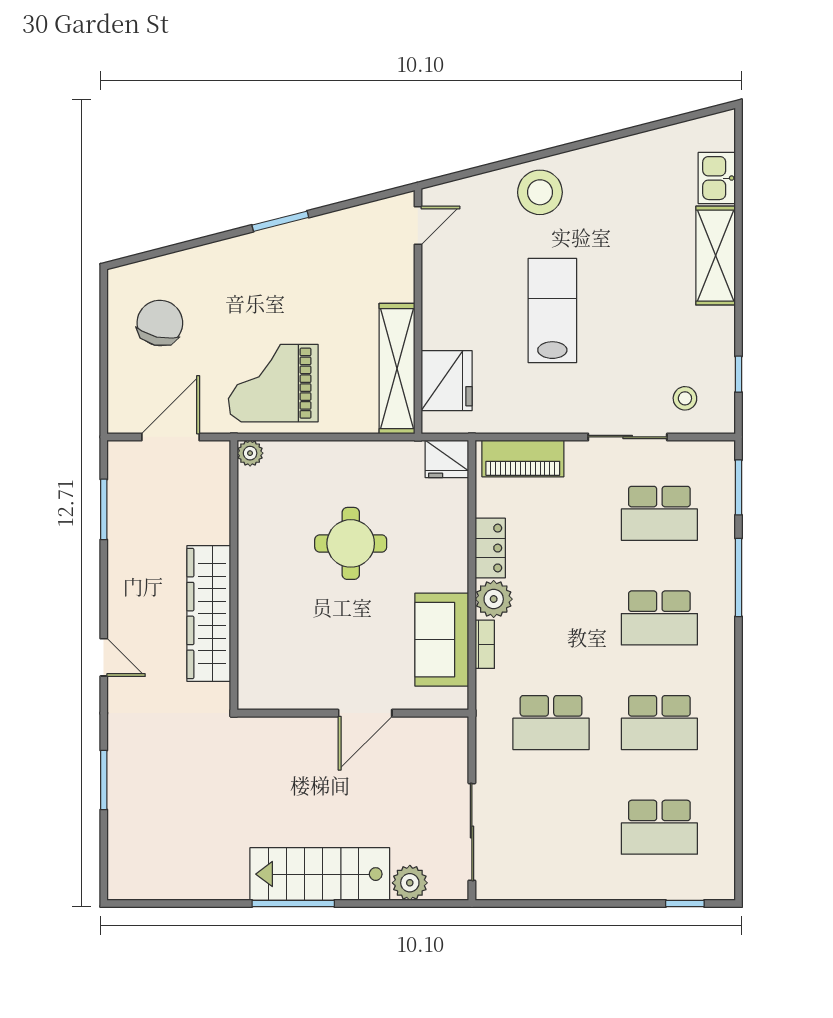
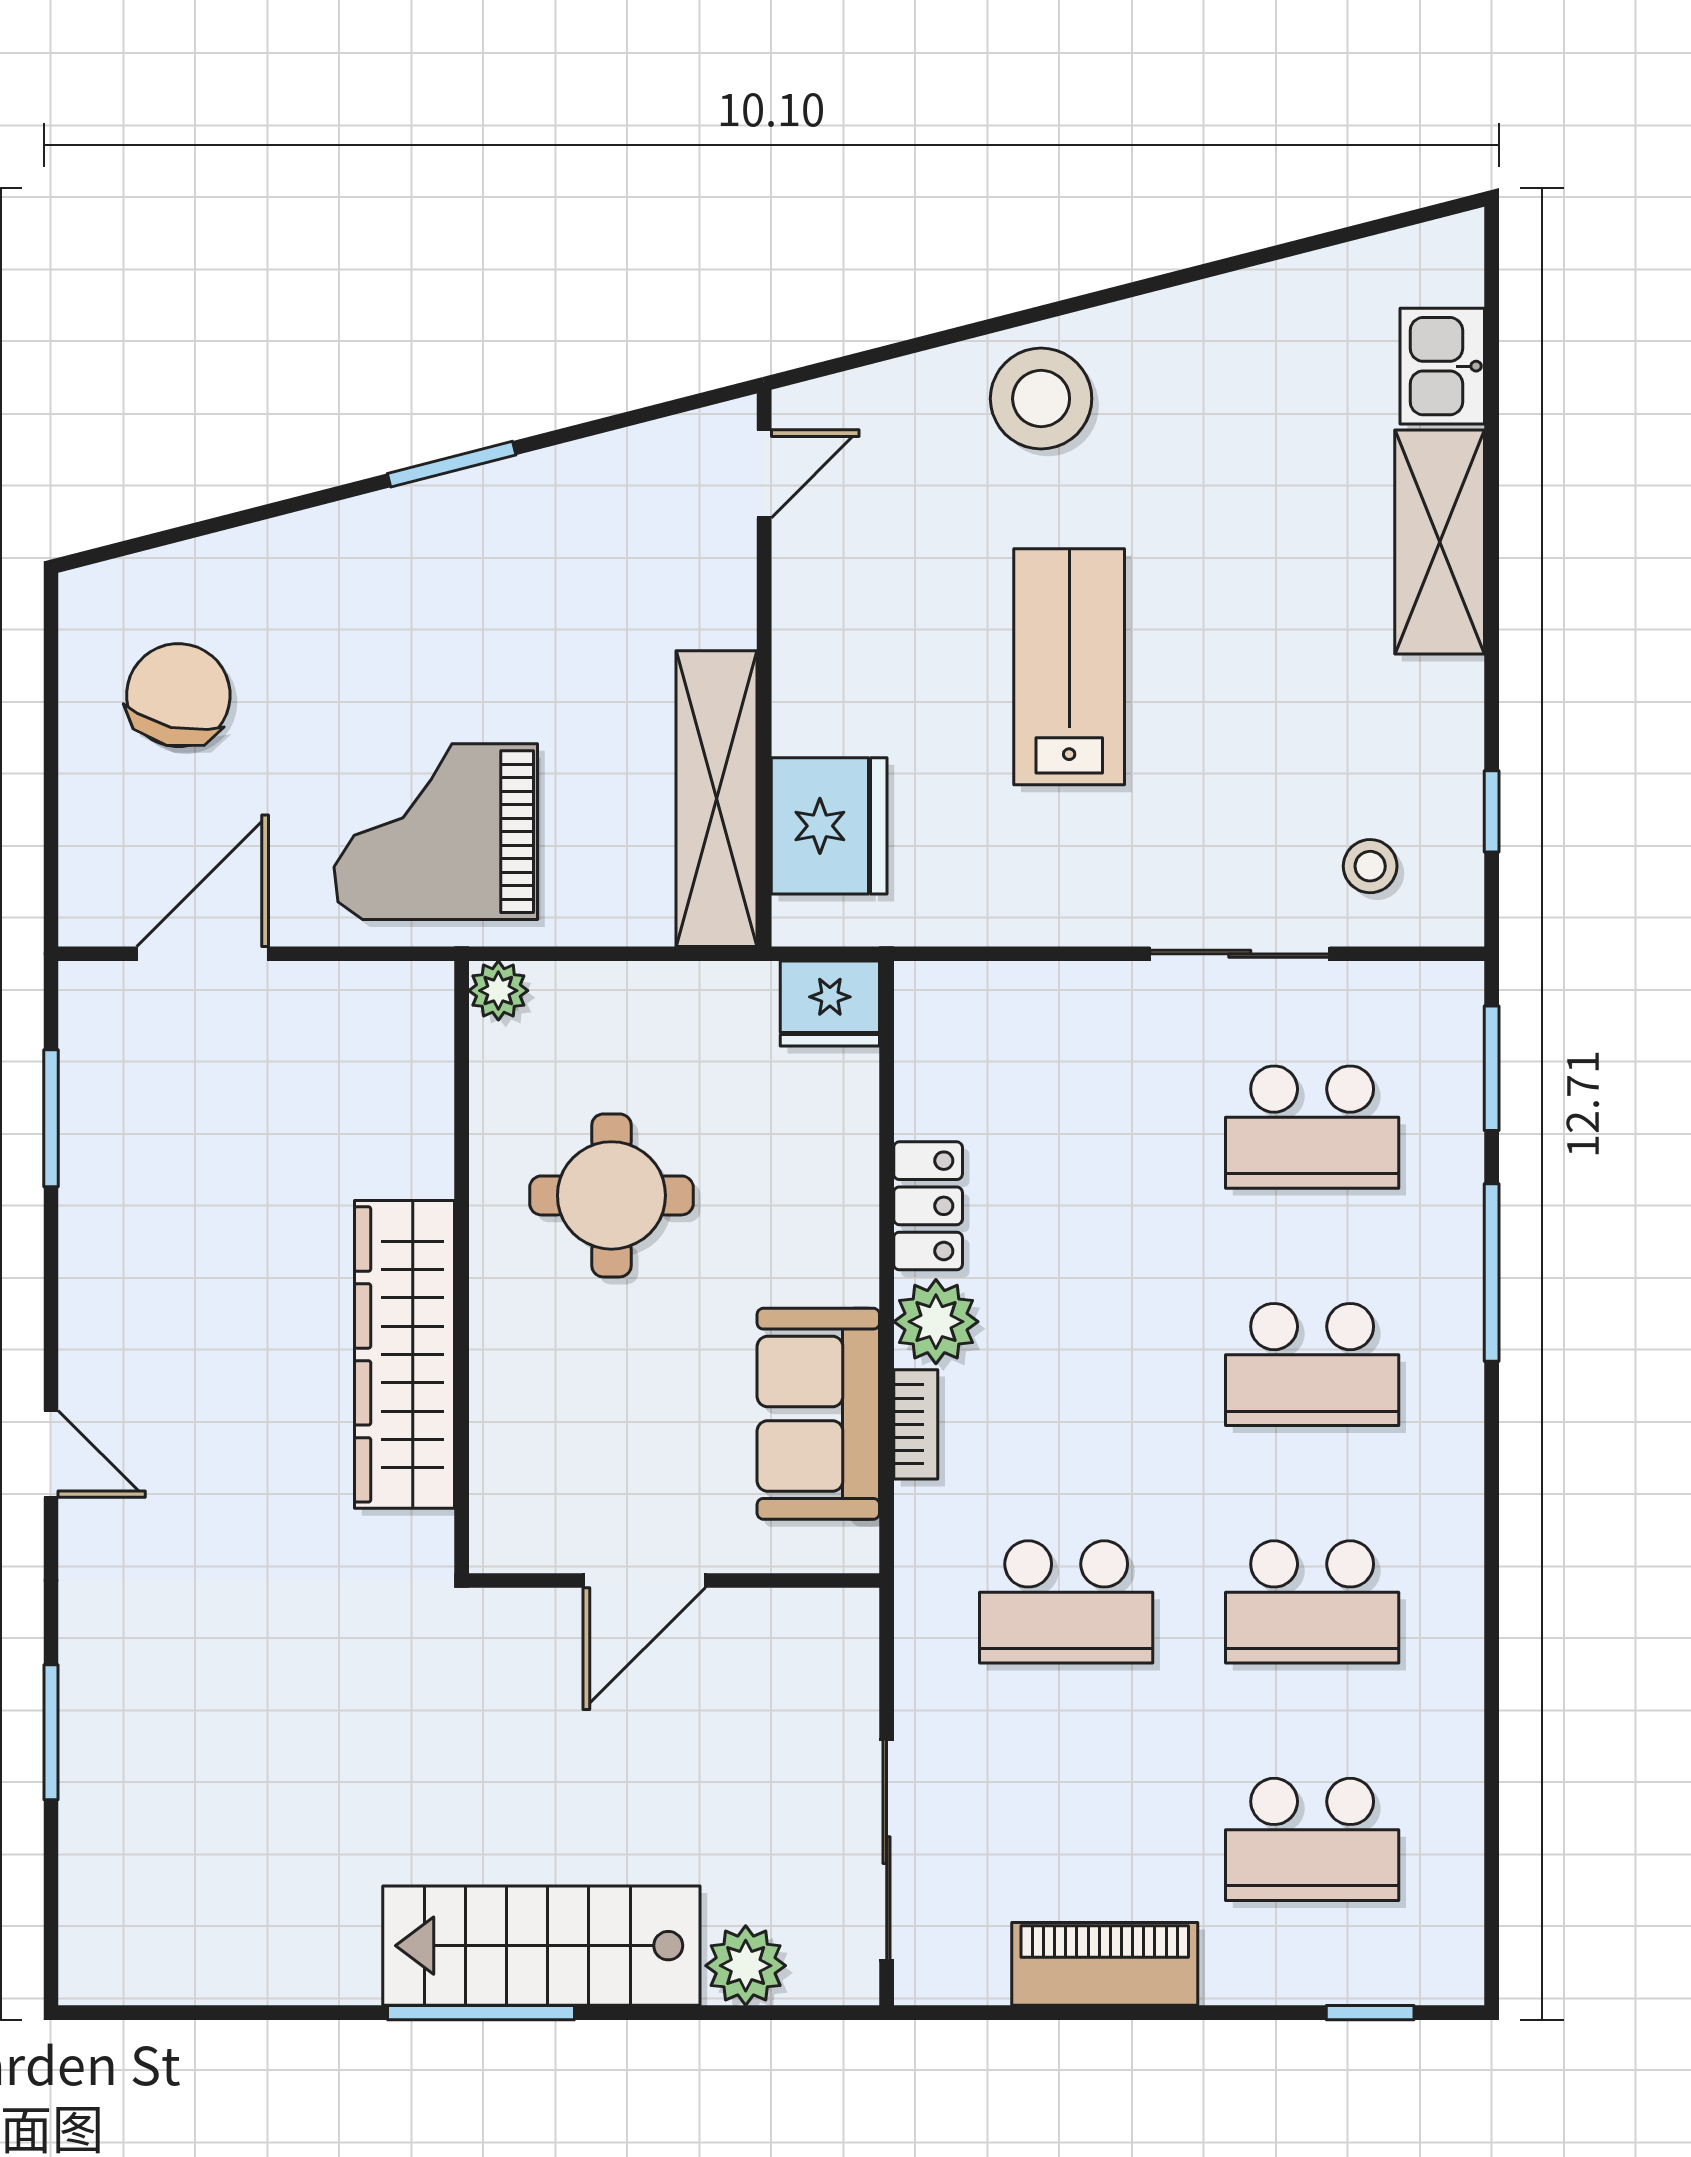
plant: (250, 453) -> (498, 991), moved
piano: (523, 458) -> (1105, 1964), moved, turned 180
wall: (234, 575) -> (462, 1267), moved
wardrobe: (209, 613) -> (405, 1354), moved

